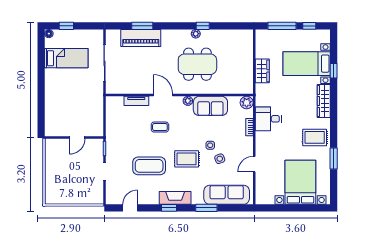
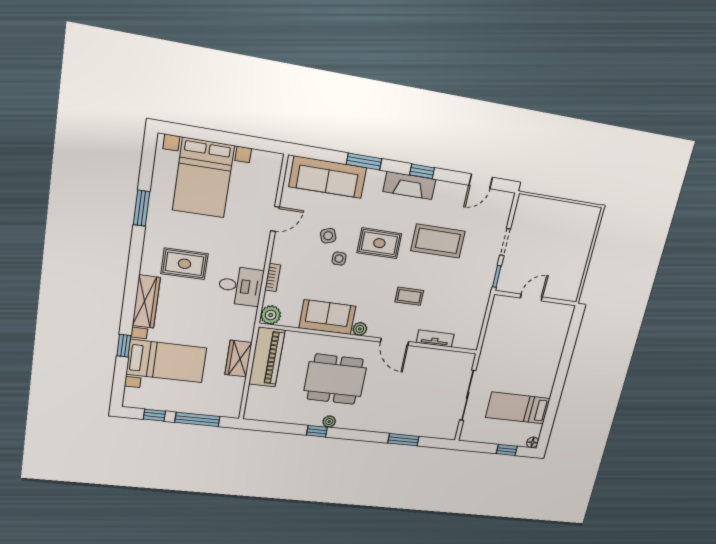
piano: (141, 38) -> (267, 357), moved, turned 90
rug: (315, 137) -> (185, 264), moved

